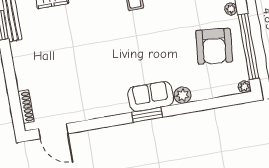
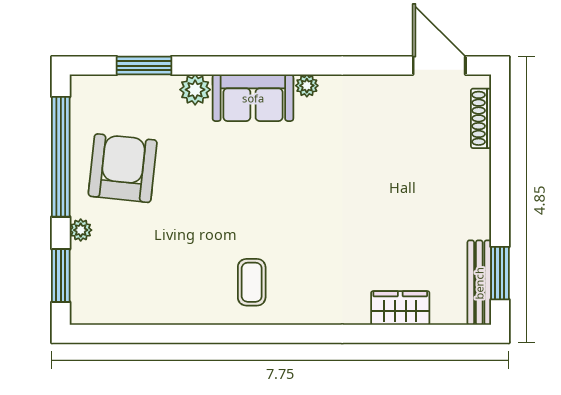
plant: (244, 87) -> (307, 86), moved
window: (147, 115) -> (144, 66), moved

